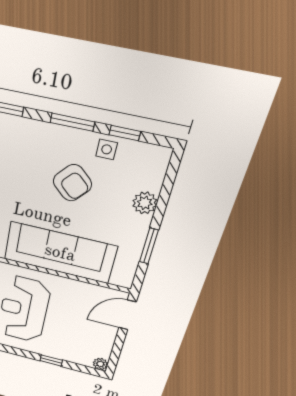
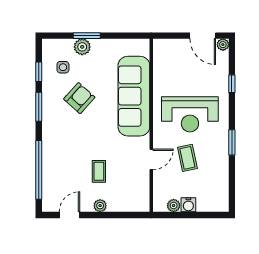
side table: (107, 149) -> (63, 67), moved
window: (149, 246) -> (87, 36), moved
door: (127, 315) -> (203, 36), moved

